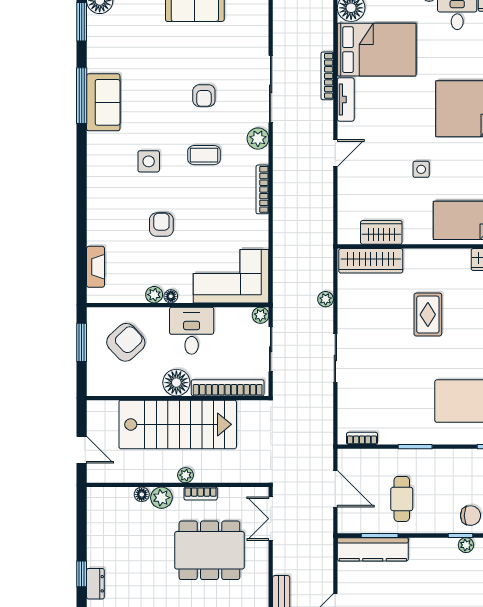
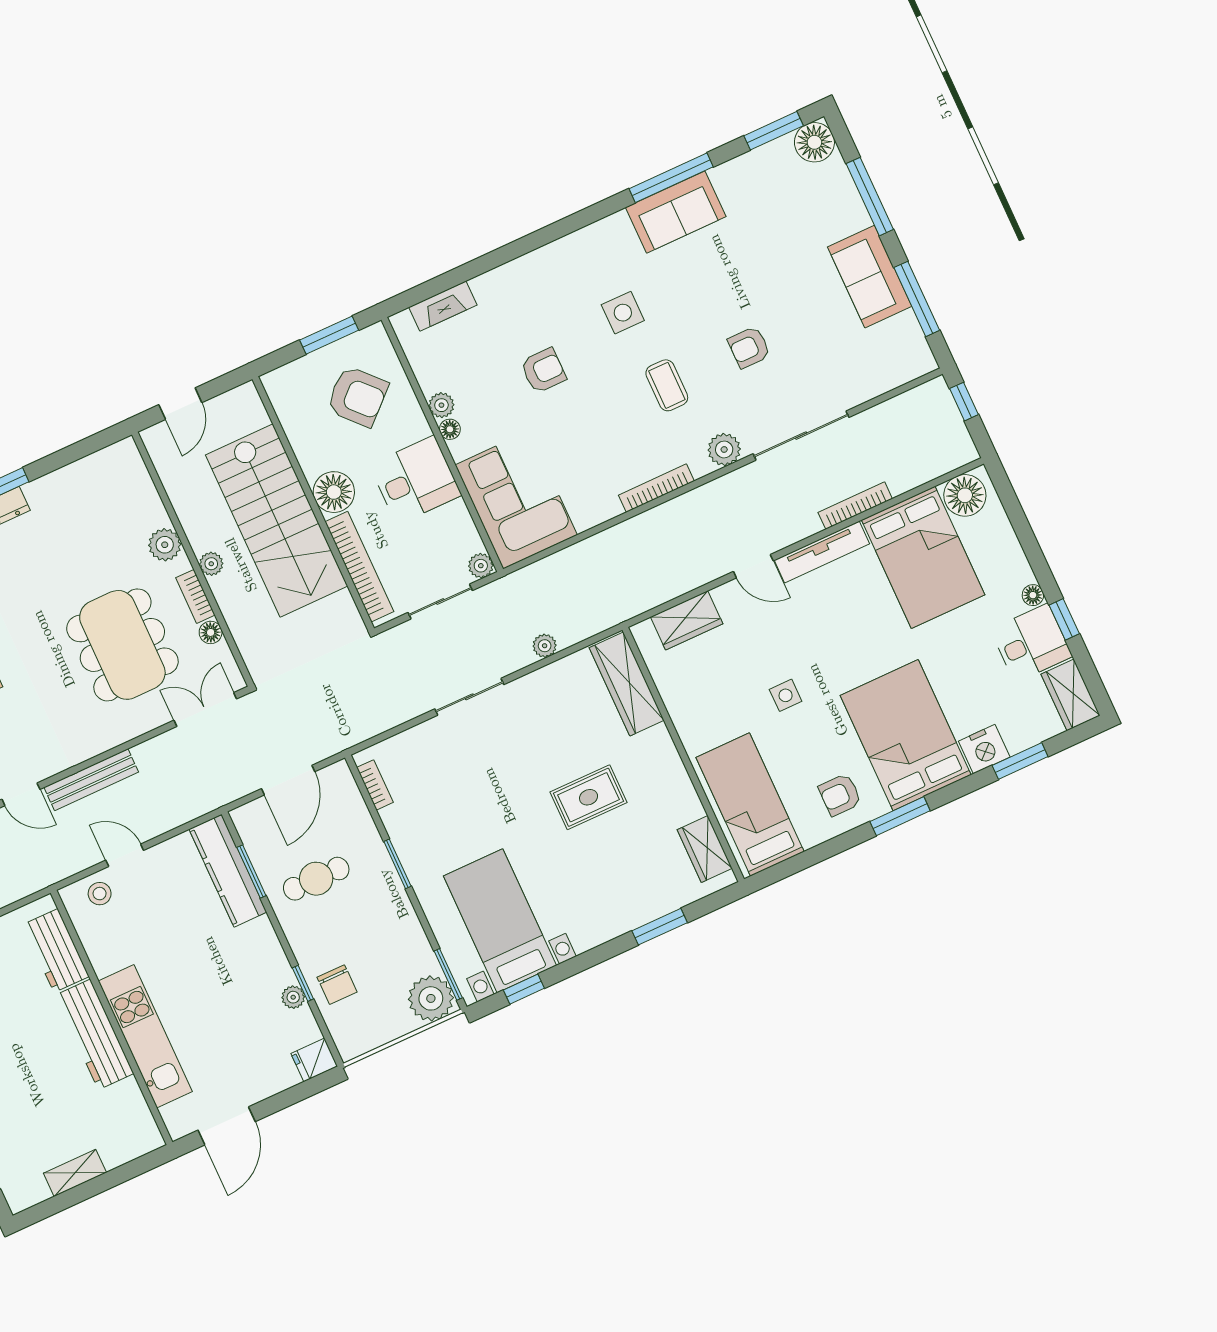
tv unit: (346, 99) -> (822, 552), width x1.41
wardrobe: (381, 232) -> (687, 620), moved, turned 90
floor lamp: (142, 494) -> (211, 632), moved

